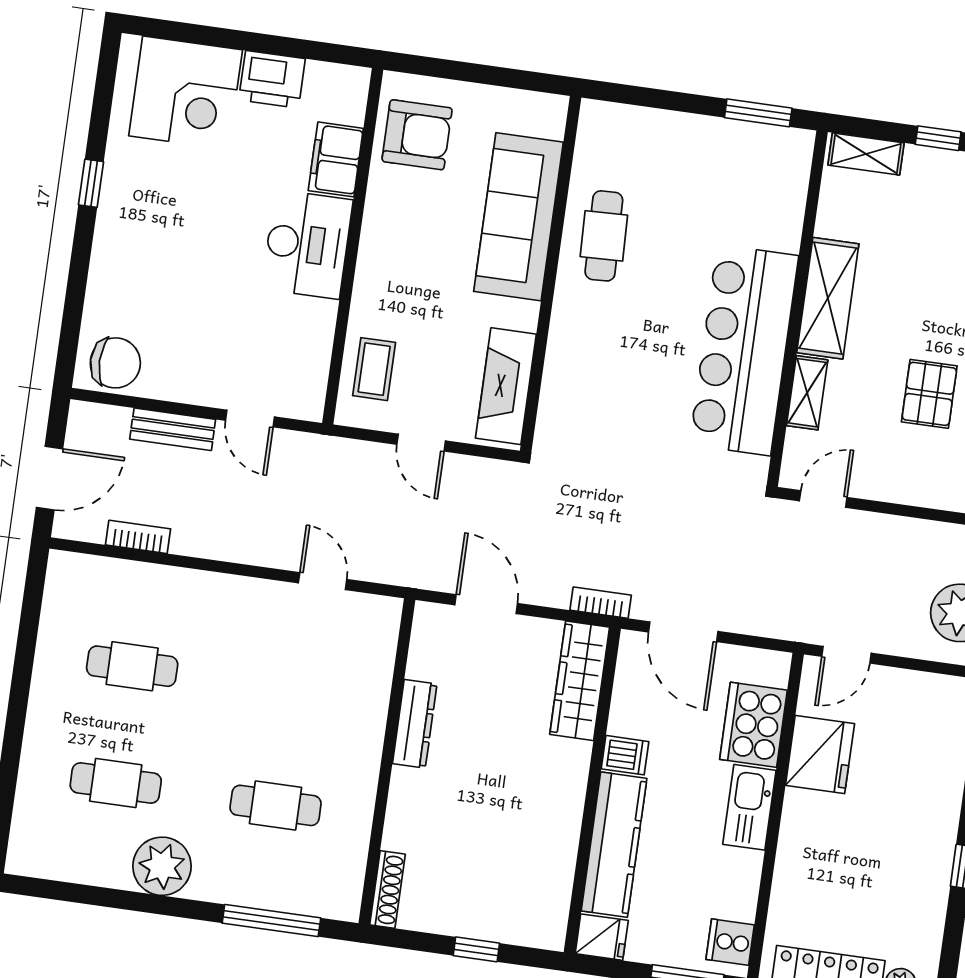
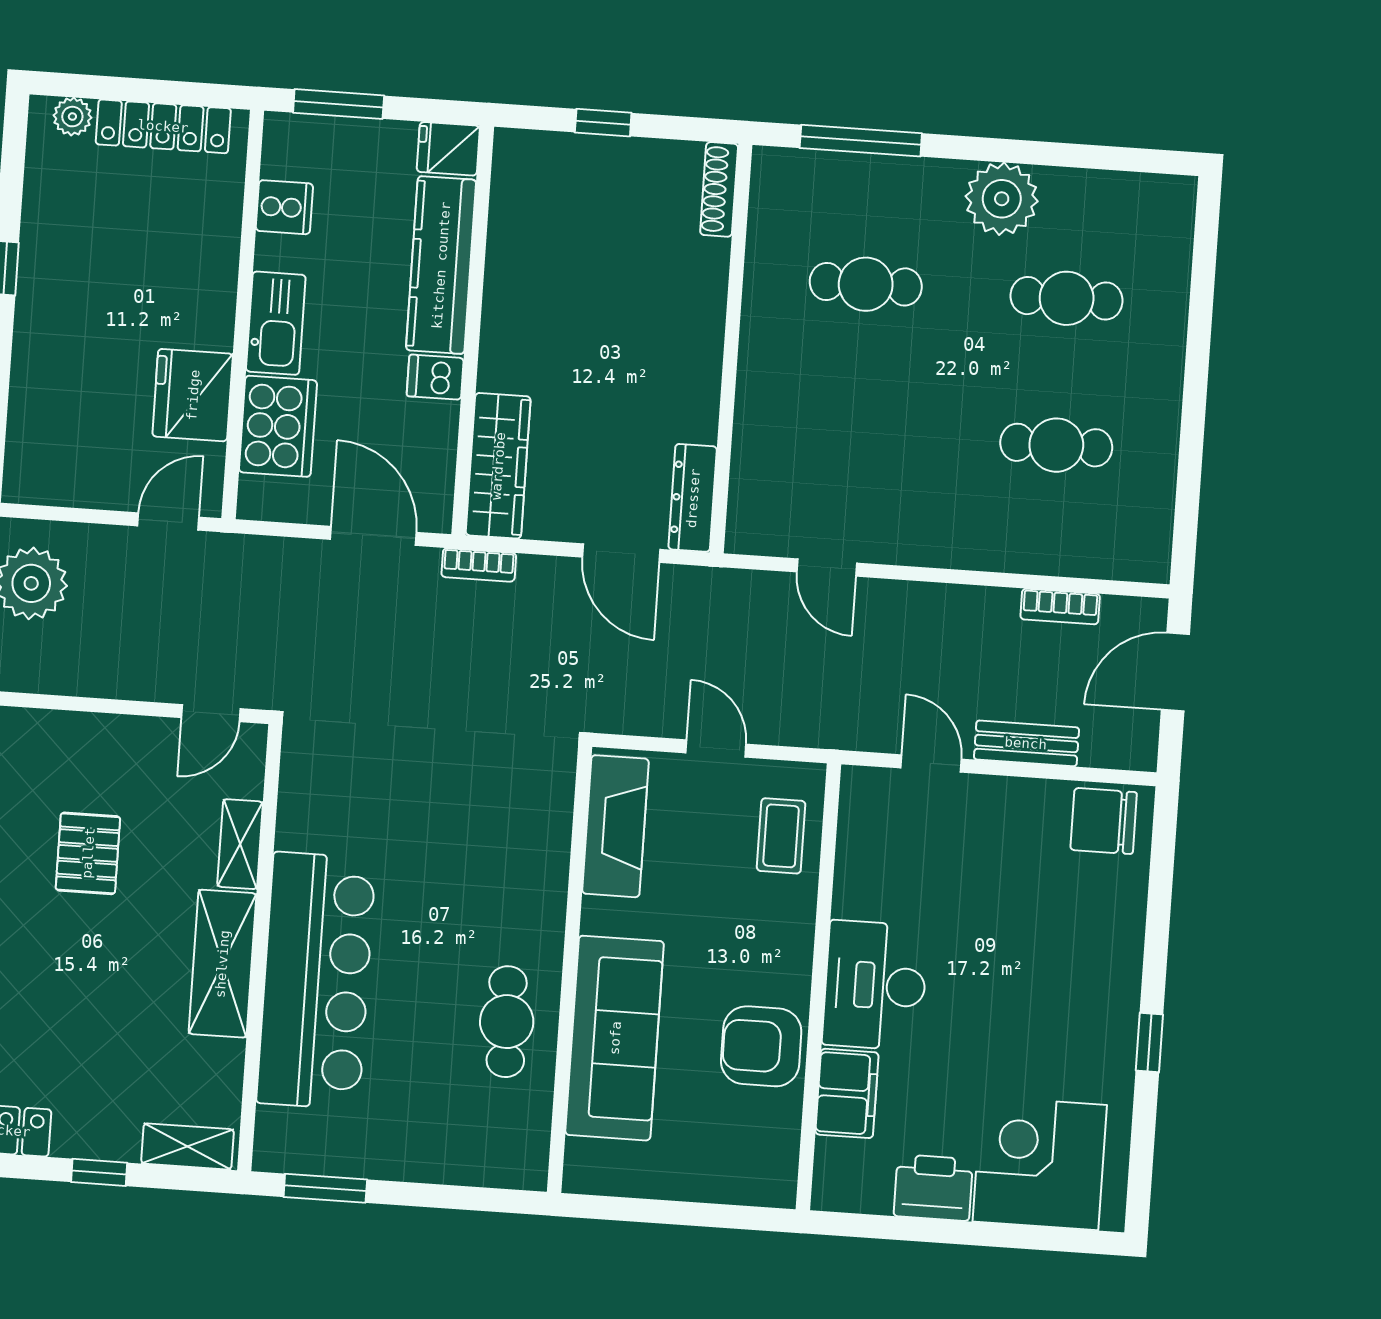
armchair: (417, 135) -> (761, 1046), moved
bar counter: (744, 350) -> (316, 981), moved
dresser: (415, 724) -> (693, 498), moved
cooker: (730, 942) -> (284, 207), moved

